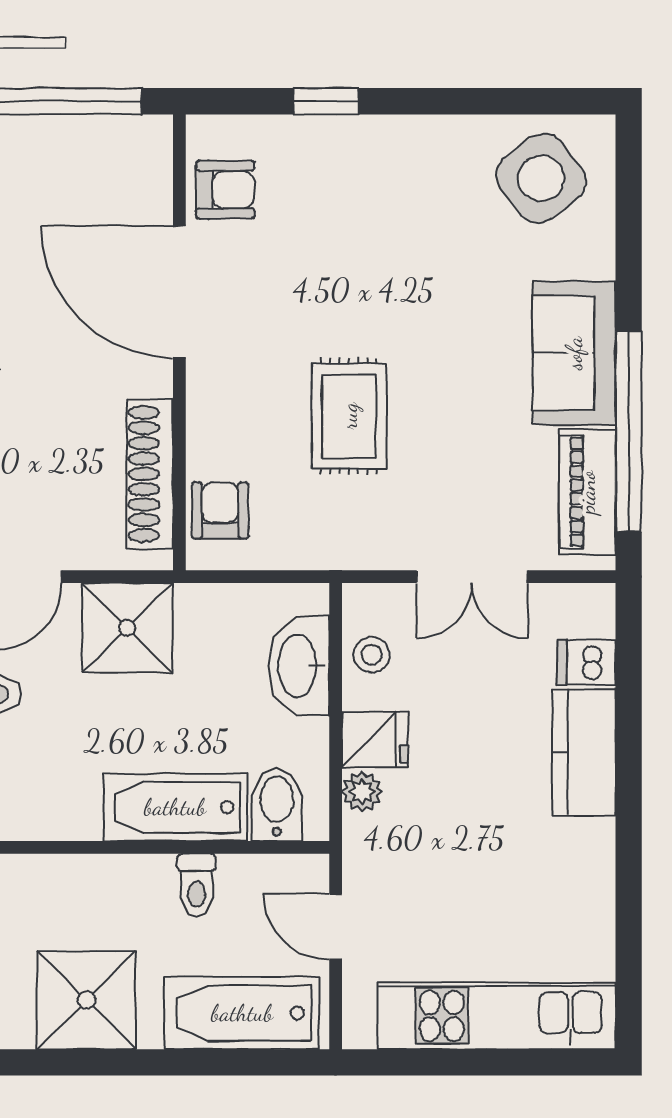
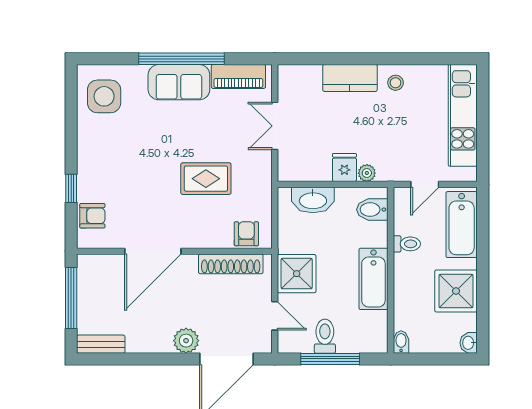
side table: (541, 178) -> (104, 96), turned 37
armchair: (225, 190) -> (92, 216), moved, turned 90
window: (629, 432) -> (181, 59), moved
armchair: (220, 510) -> (246, 234), turned 90
double door: (472, 577) -> (275, 126), swing flipped
stool: (372, 655) -> (396, 83), moved
dishwasher: (586, 662) -> (311, 77), removed
bathtub: (175, 807) -> (373, 279), moved

